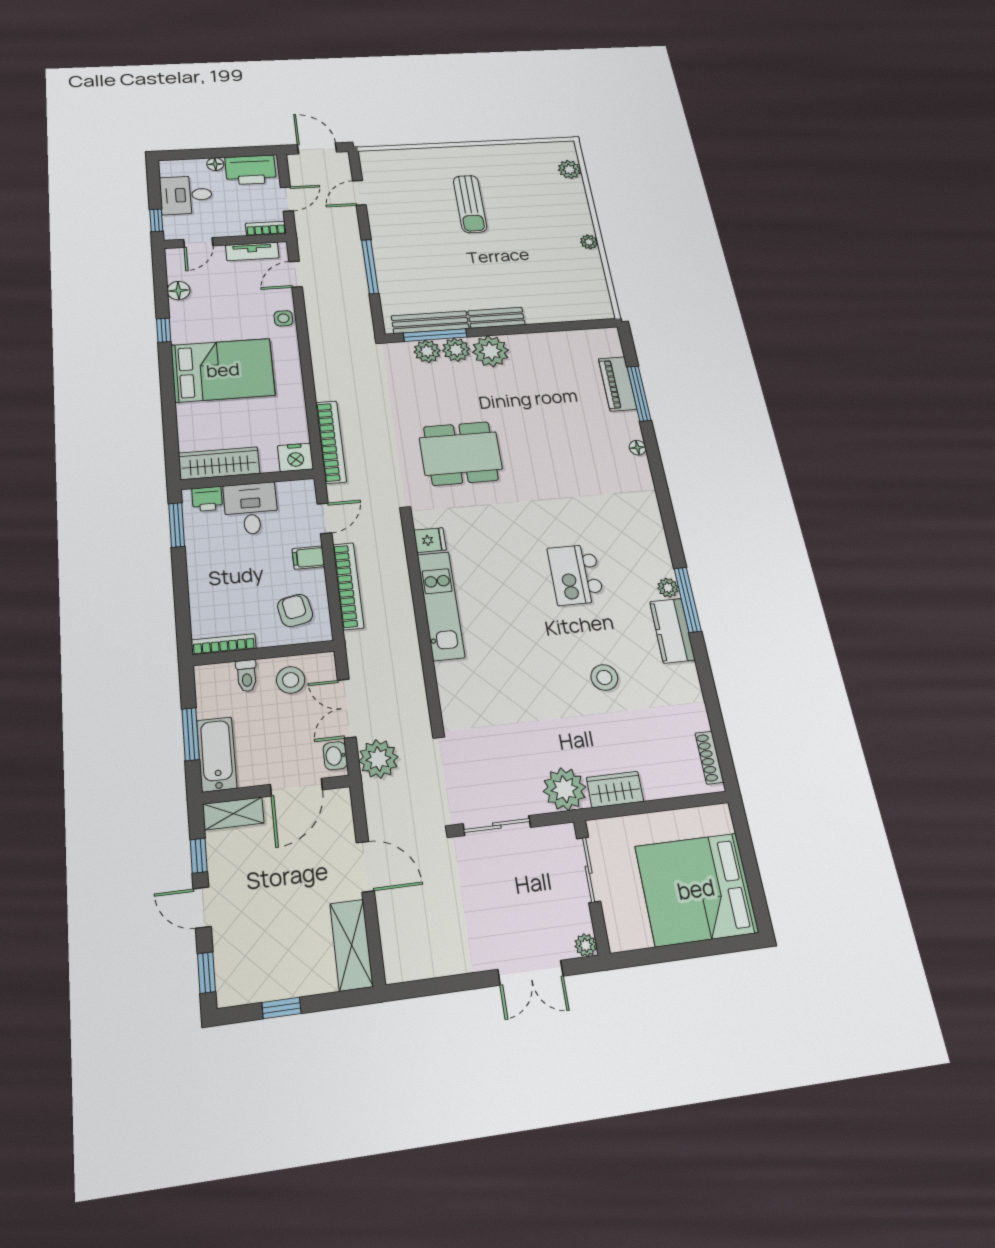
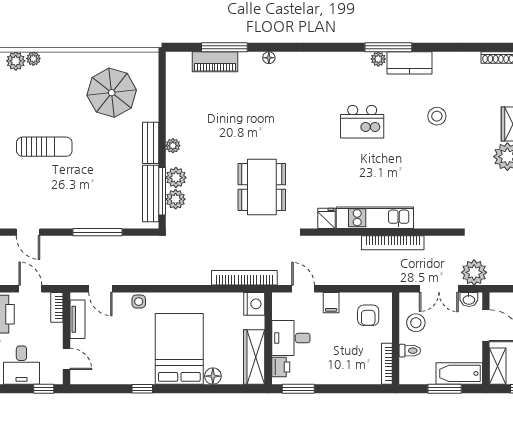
plant: (589, 242) -> (33, 59), moved
parasol: (552, 271) -> (112, 93), added
floor lamp: (178, 291) -> (213, 376), moved
plant: (491, 351) -> (173, 146), width x0.53, depth x0.53
bookcase: (348, 586) -> (393, 243), moved, turned 180
armchair: (295, 610) -> (368, 315), turned -79

